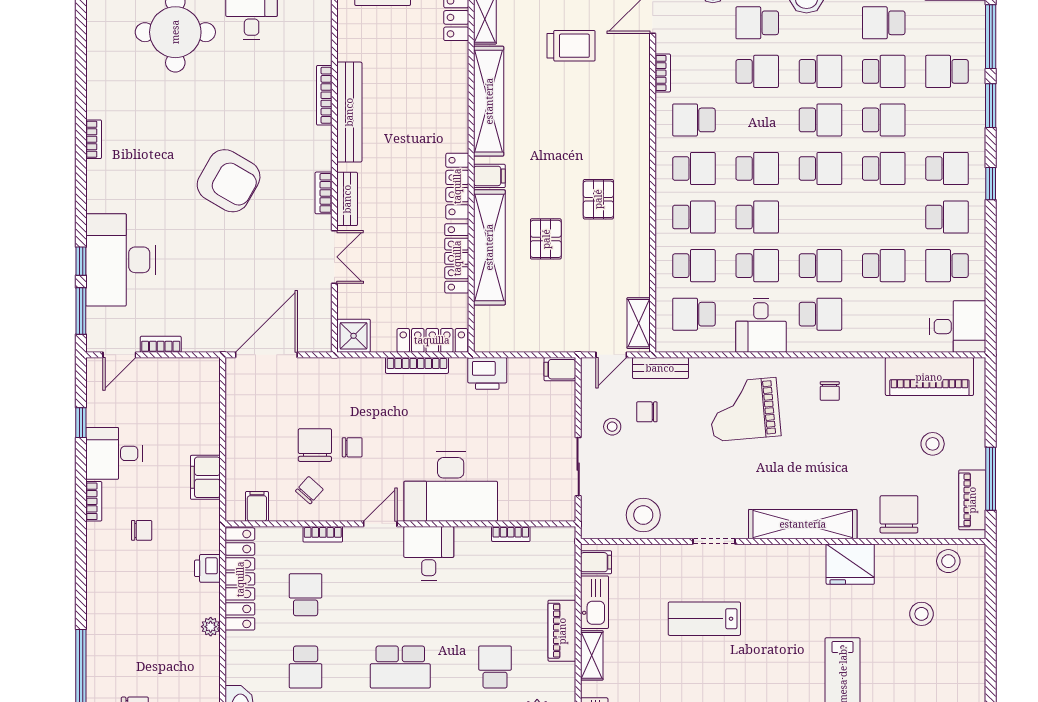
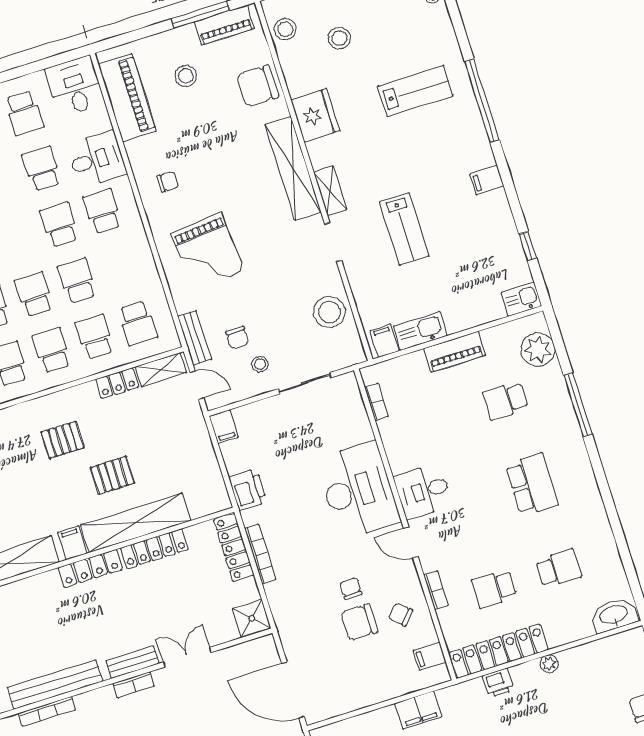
locker: (639, 274) -> (117, 383), added
desk: (761, 325) -> (97, 159), moved
bookcase: (511, 534) -> (376, 402), moved
shelving: (592, 655) -> (330, 191), moved, turned 90

